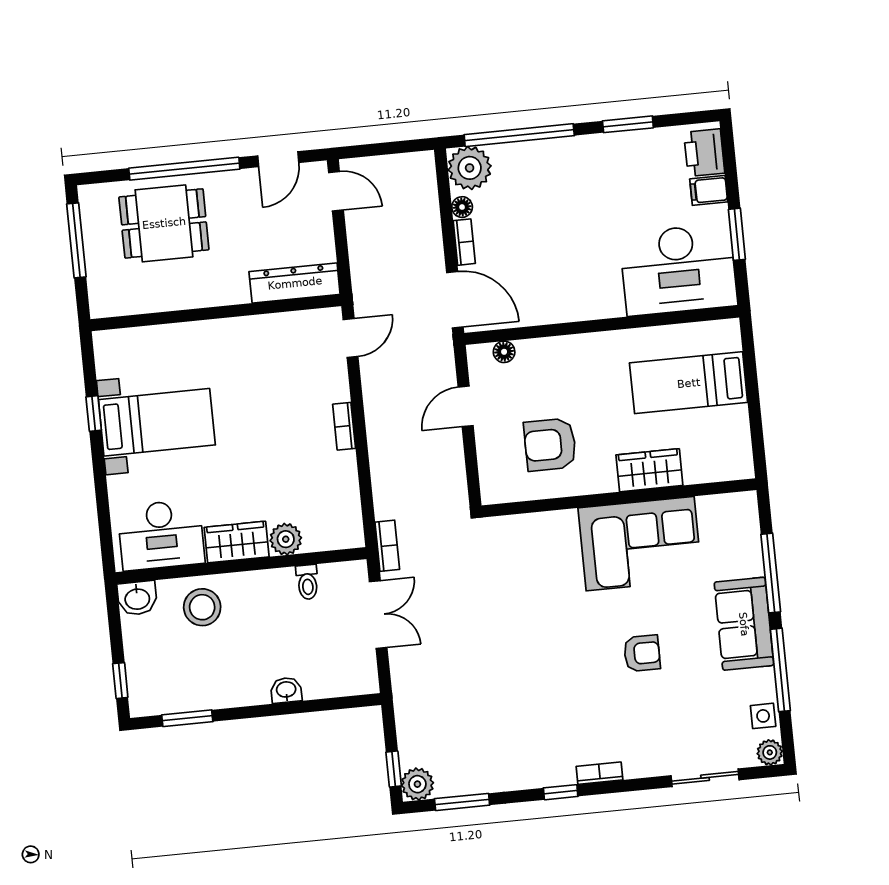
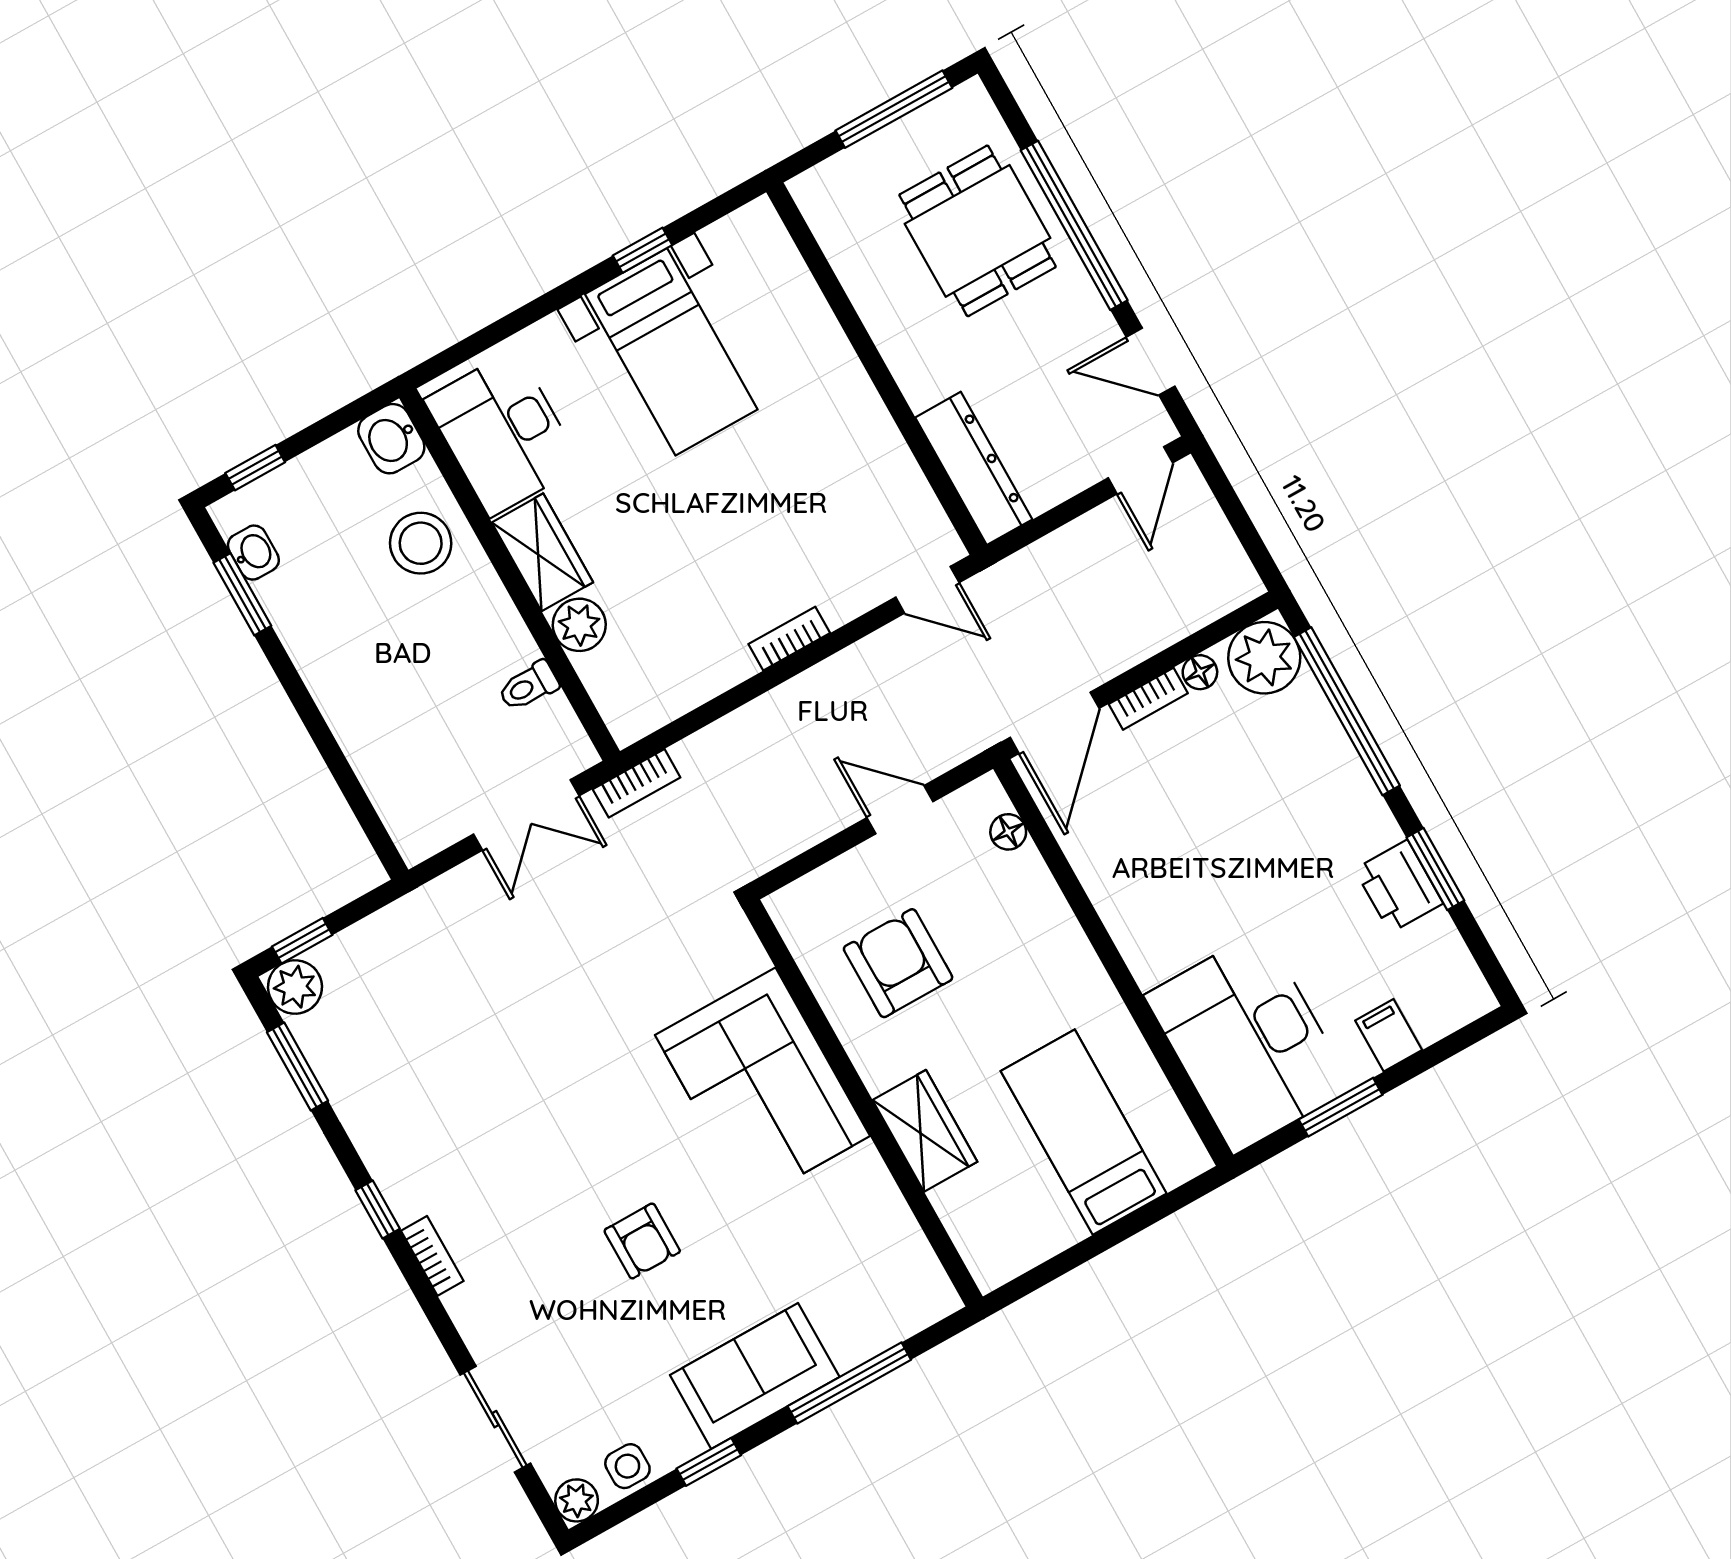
printer: (704, 153) -> (1399, 886), moved, turned -90
corner sofa: (640, 544) -> (763, 1086), moved
window: (780, 670) -> (709, 1462), width x0.46
washbasin: (286, 690) -> (253, 553), moved

